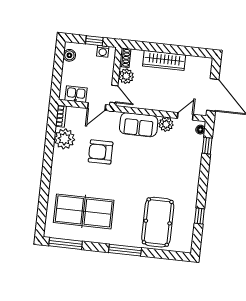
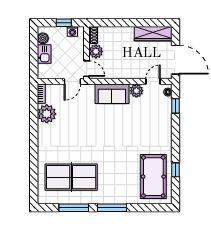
wardrobe: (164, 60) -> (153, 34), moved
kitchen sink: (76, 94) -> (44, 54), moved, turned 90
armchair: (101, 152) -> (80, 122), removed
pool table: (158, 222) -> (153, 177), moved
window: (66, 244) -> (74, 208), moved

